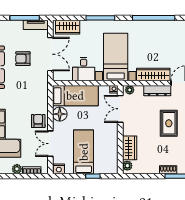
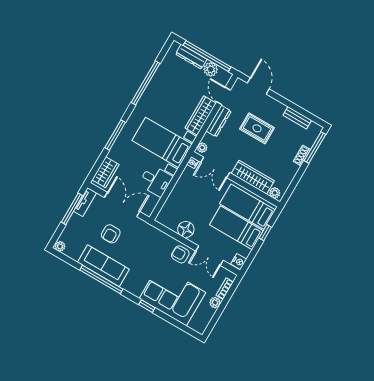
bed: (75, 96) -> (248, 207), moved, turned -90
wardrobe: (130, 148) -> (253, 177), width x1.50

